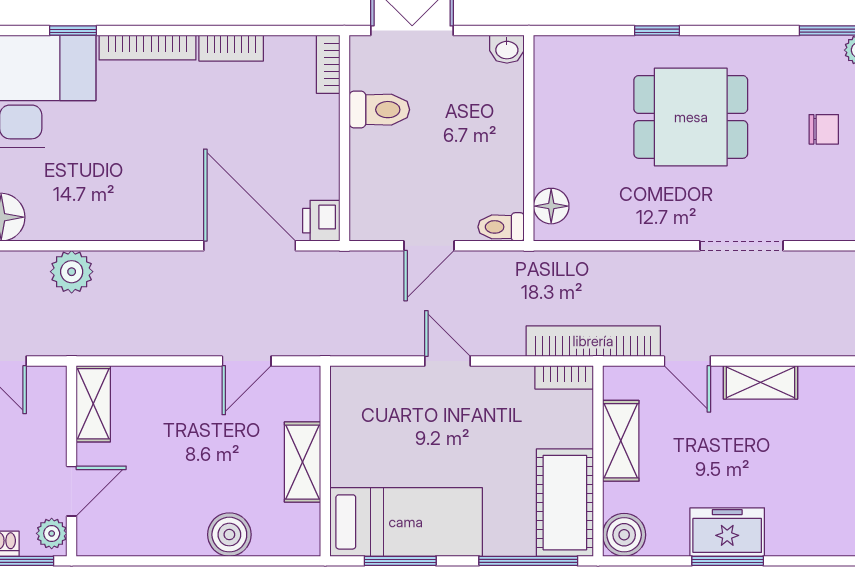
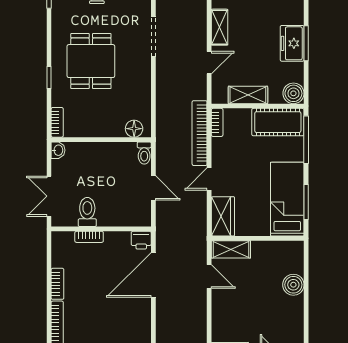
bookcase: (564, 48) -> (57, 122), added
bookcase: (328, 64) -> (89, 237), moved
bookcase: (593, 341) -> (200, 133), moved
wardrobe: (370, 389) -> (223, 216), added
shelving: (302, 462) -> (231, 249), moved

